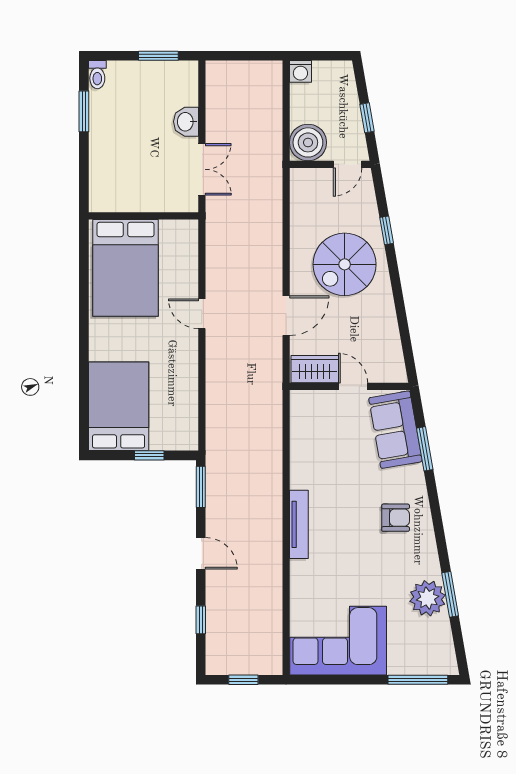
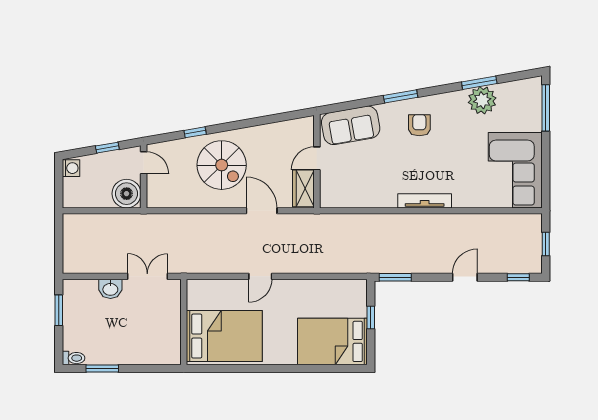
washing machine: (300, 71) -> (71, 168), moved
window: (425, 449) -> (401, 96), moved
door: (201, 553) -> (465, 277), moved
window: (201, 620) -> (518, 277), moved

